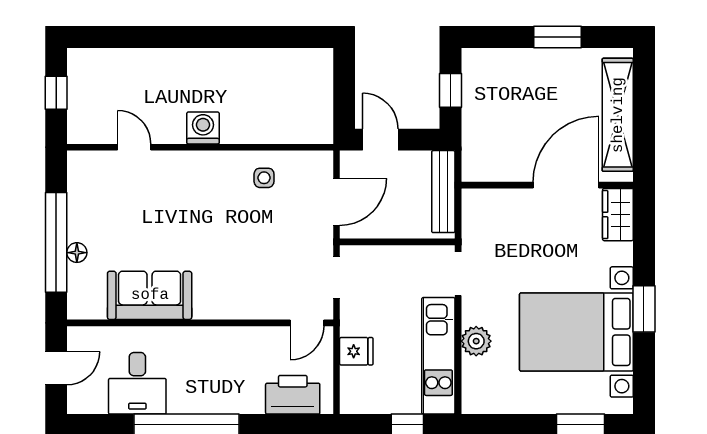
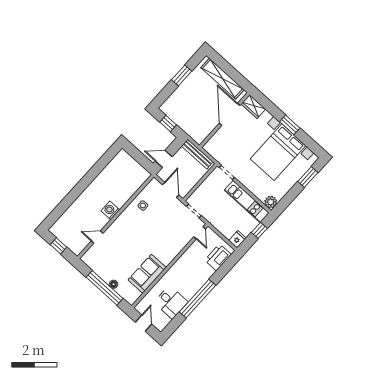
plant: (476, 341) -> (271, 202), moved
fridge: (356, 351) -> (237, 239), moved

